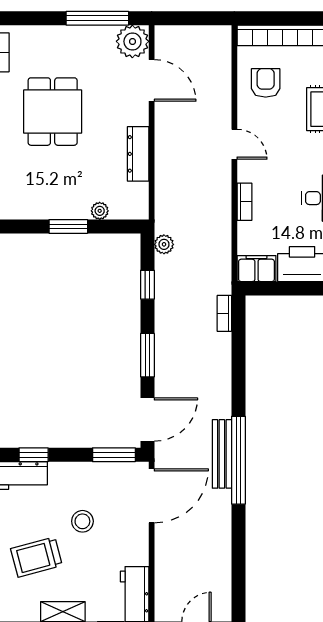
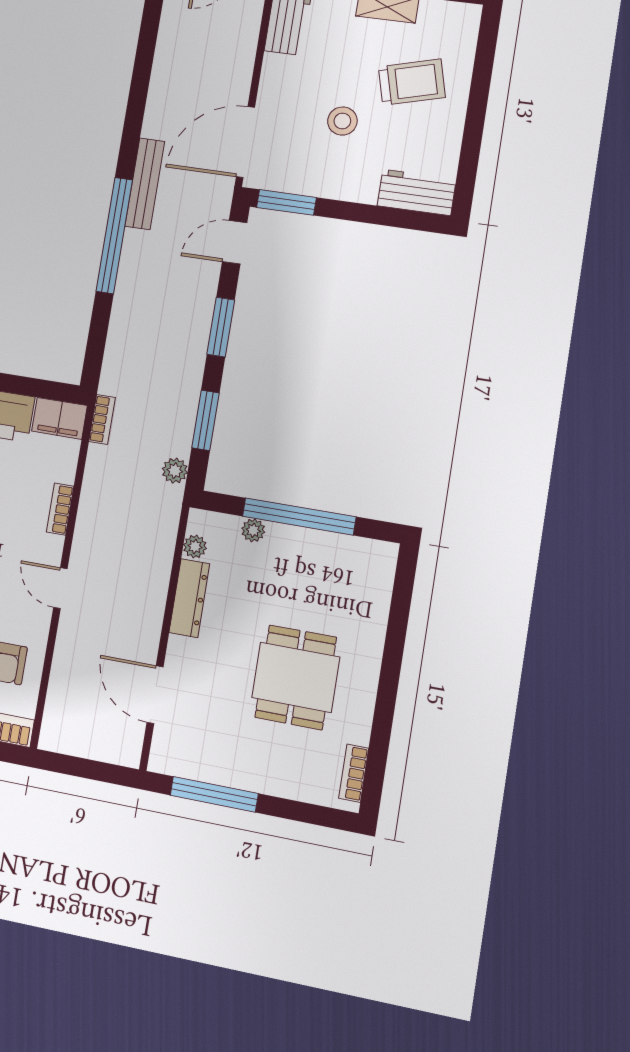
plant: (132, 41) -> (195, 546), moved, width x0.53, depth x0.53
window: (68, 226) -> (299, 516), width x2.11
window: (147, 285) -> (206, 420), width x1.50
bookcase: (224, 313) -> (102, 419), moved
door: (147, 420) -> (235, 242), width x0.73
window: (34, 455) -> (394, 218), removed
window: (238, 460) -> (114, 236), moved

